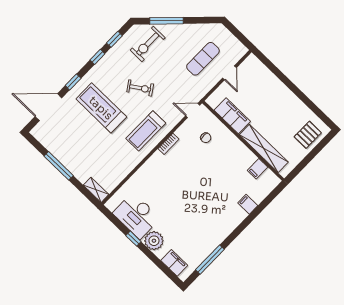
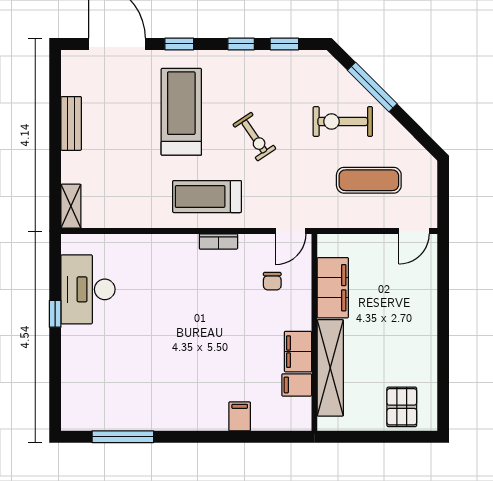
exercise bike: (148, 44) -> (343, 122), moved
door: (229, 73) -> (414, 231), moved
door: (193, 111) -> (291, 231), swing flipped
pallet: (308, 135) -> (402, 407), turned 90
bench: (63, 157) -> (71, 123), added
window: (59, 166) -> (55, 129), removed
plant: (154, 241) -> (78, 342), removed
filing cabinet: (174, 263) -> (298, 352), moved, turned 180

